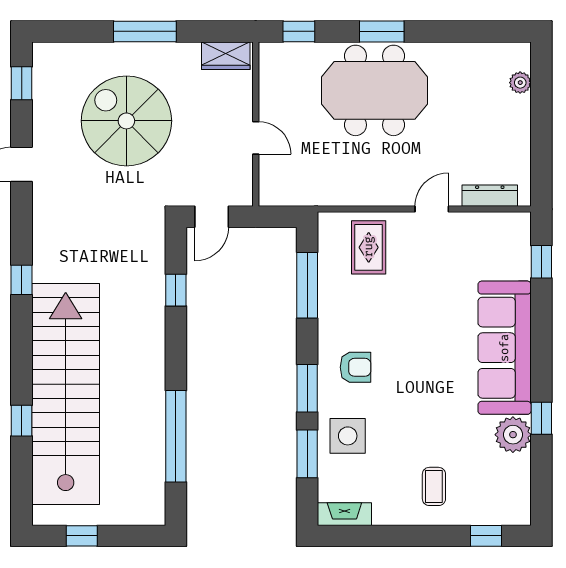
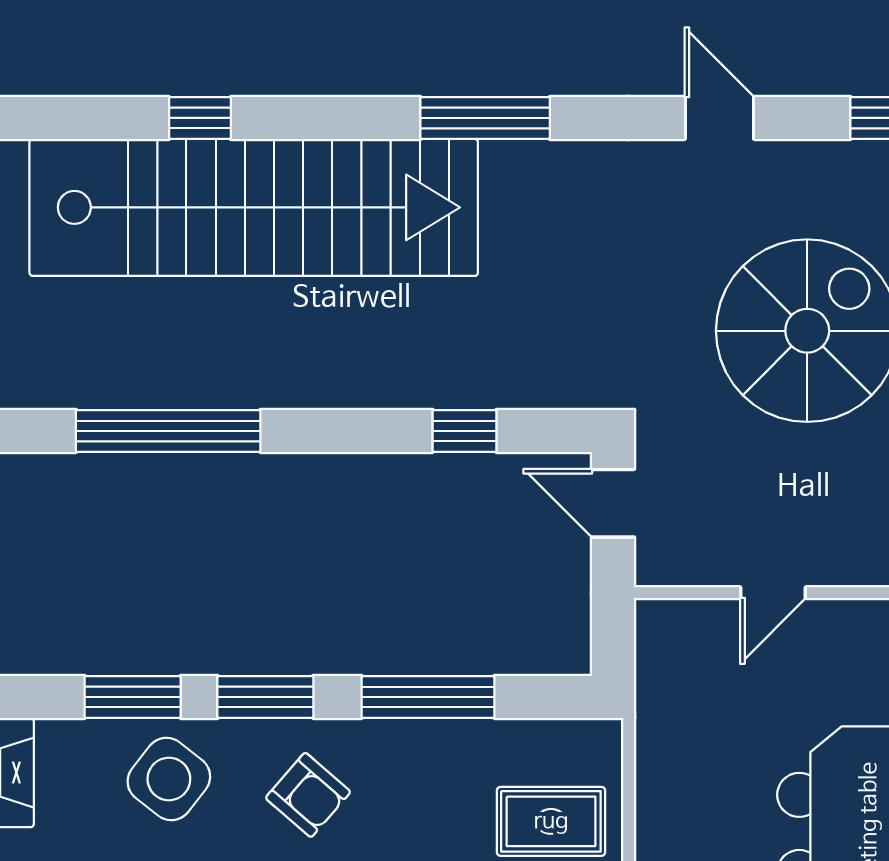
window: (22, 280) -> (485, 118), width x2.17
window: (307, 285) -> (428, 697), moved
armchair: (356, 367) -> (308, 795), turned -49
side table: (348, 436) -> (169, 779), turned 38

